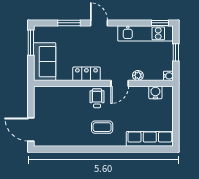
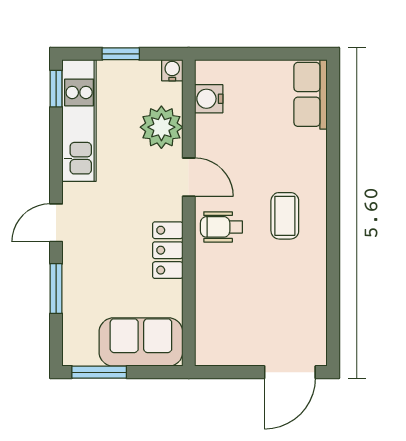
plant: (138, 75) -> (161, 127), width x1.87, depth x1.87
row of seats: (150, 139) -> (311, 94), width x0.68

